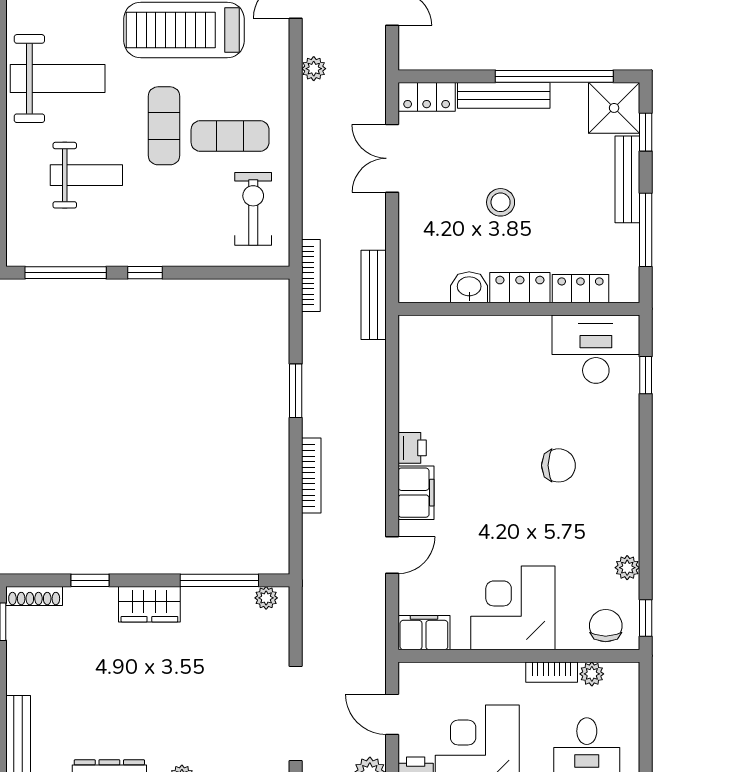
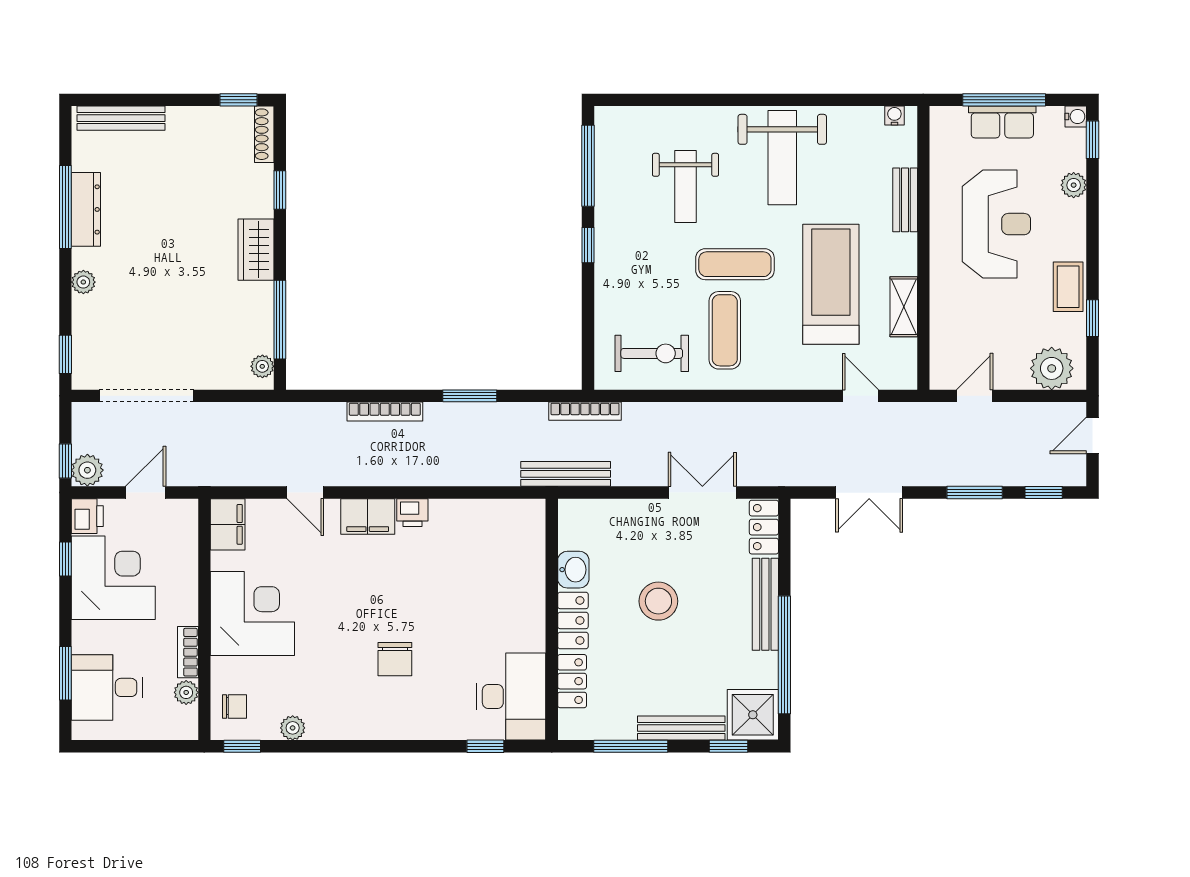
plant: (314, 69) -> (792, 414), removed
stool: (501, 202) -> (658, 601), width x1.38, depth x1.38
chair: (606, 626) -> (235, 706), width x0.73, depth x0.73

